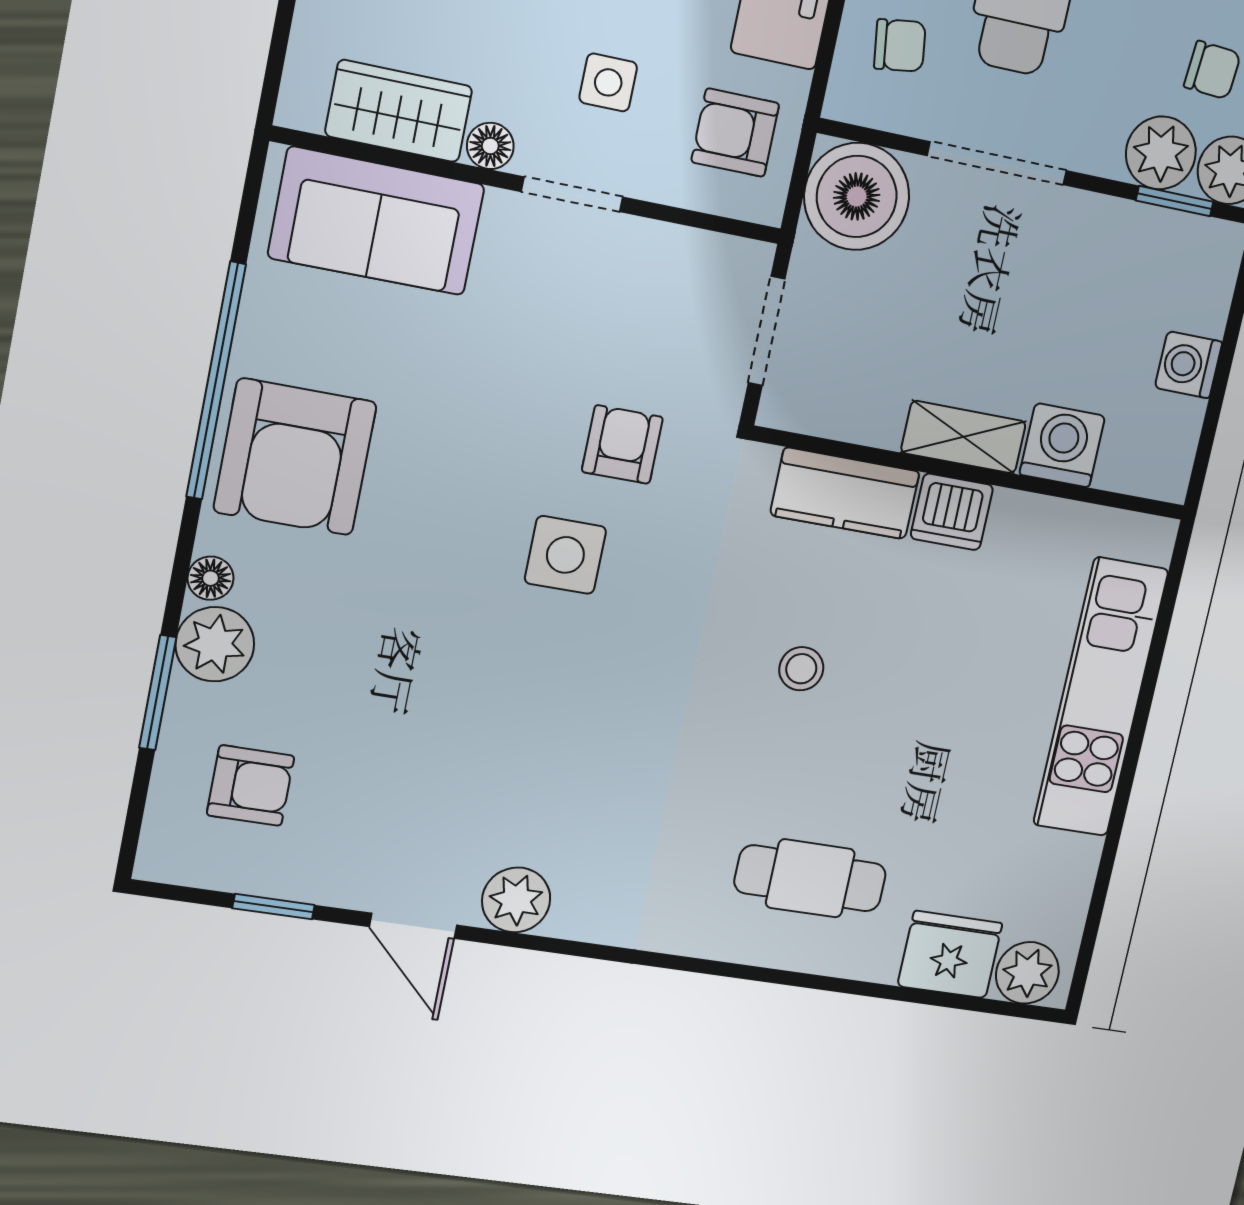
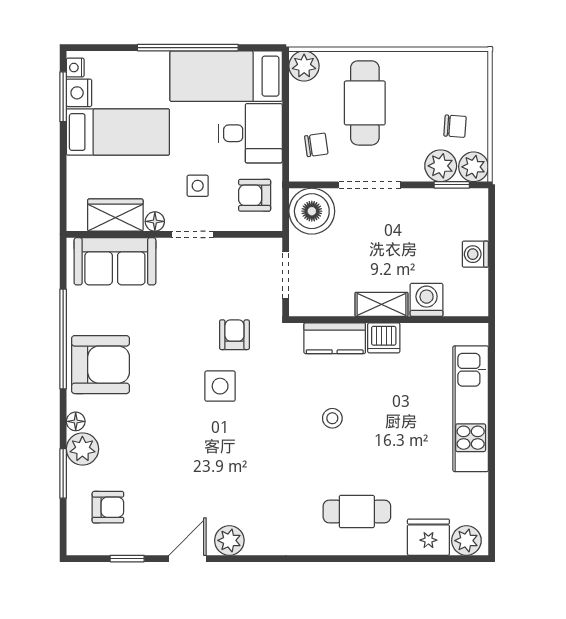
armchair: (295, 457) -> (100, 365), turned -90
door: (413, 926) -> (188, 559), swing flipped

